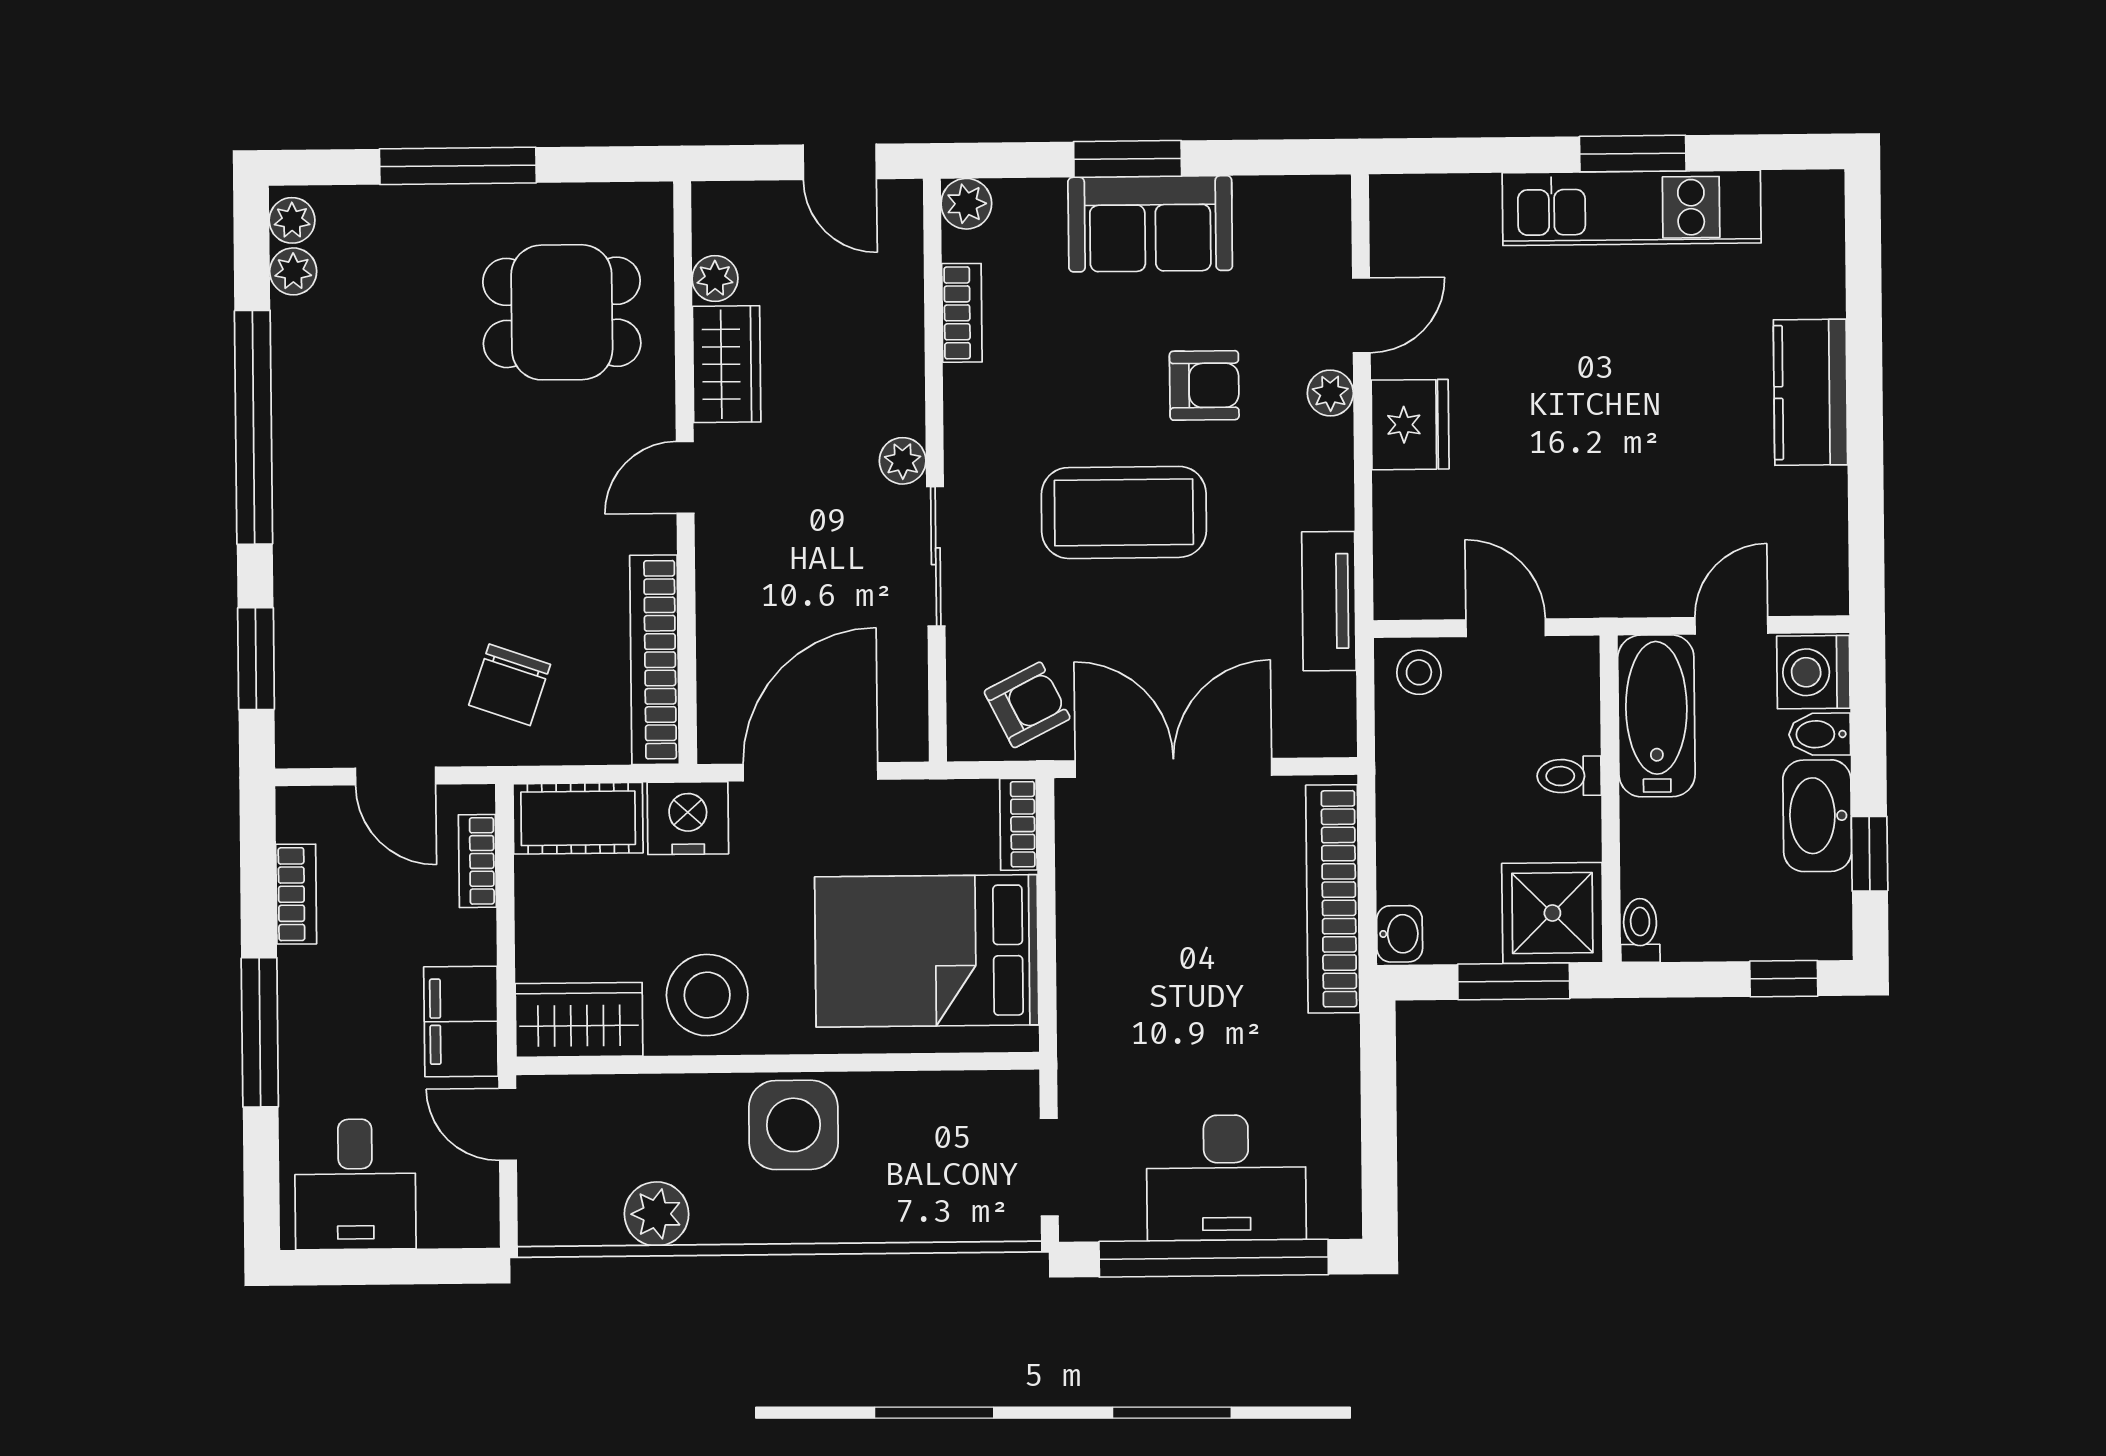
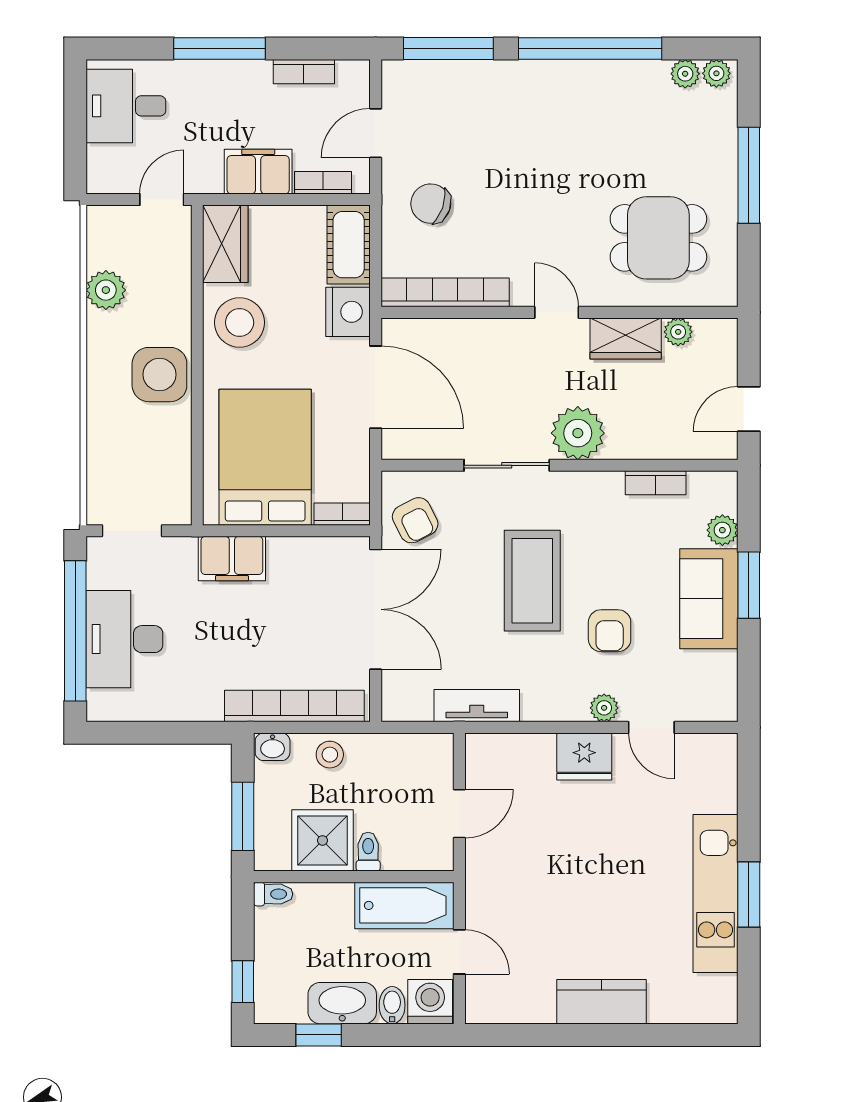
plant: (966, 204) -> (722, 530), moved
dining table: (562, 312) -> (658, 238), turned 90
plant: (903, 461) -> (578, 433), width x1.88, depth x1.88
window: (256, 659) -> (448, 48), width x1.44
stool: (1419, 672) -> (330, 755), moved
shower: (1552, 913) -> (323, 840), moved
filing cabinet: (1093, 1003) -> (232, 559), added
filing cabinet: (461, 1021) -> (258, 172), moved

